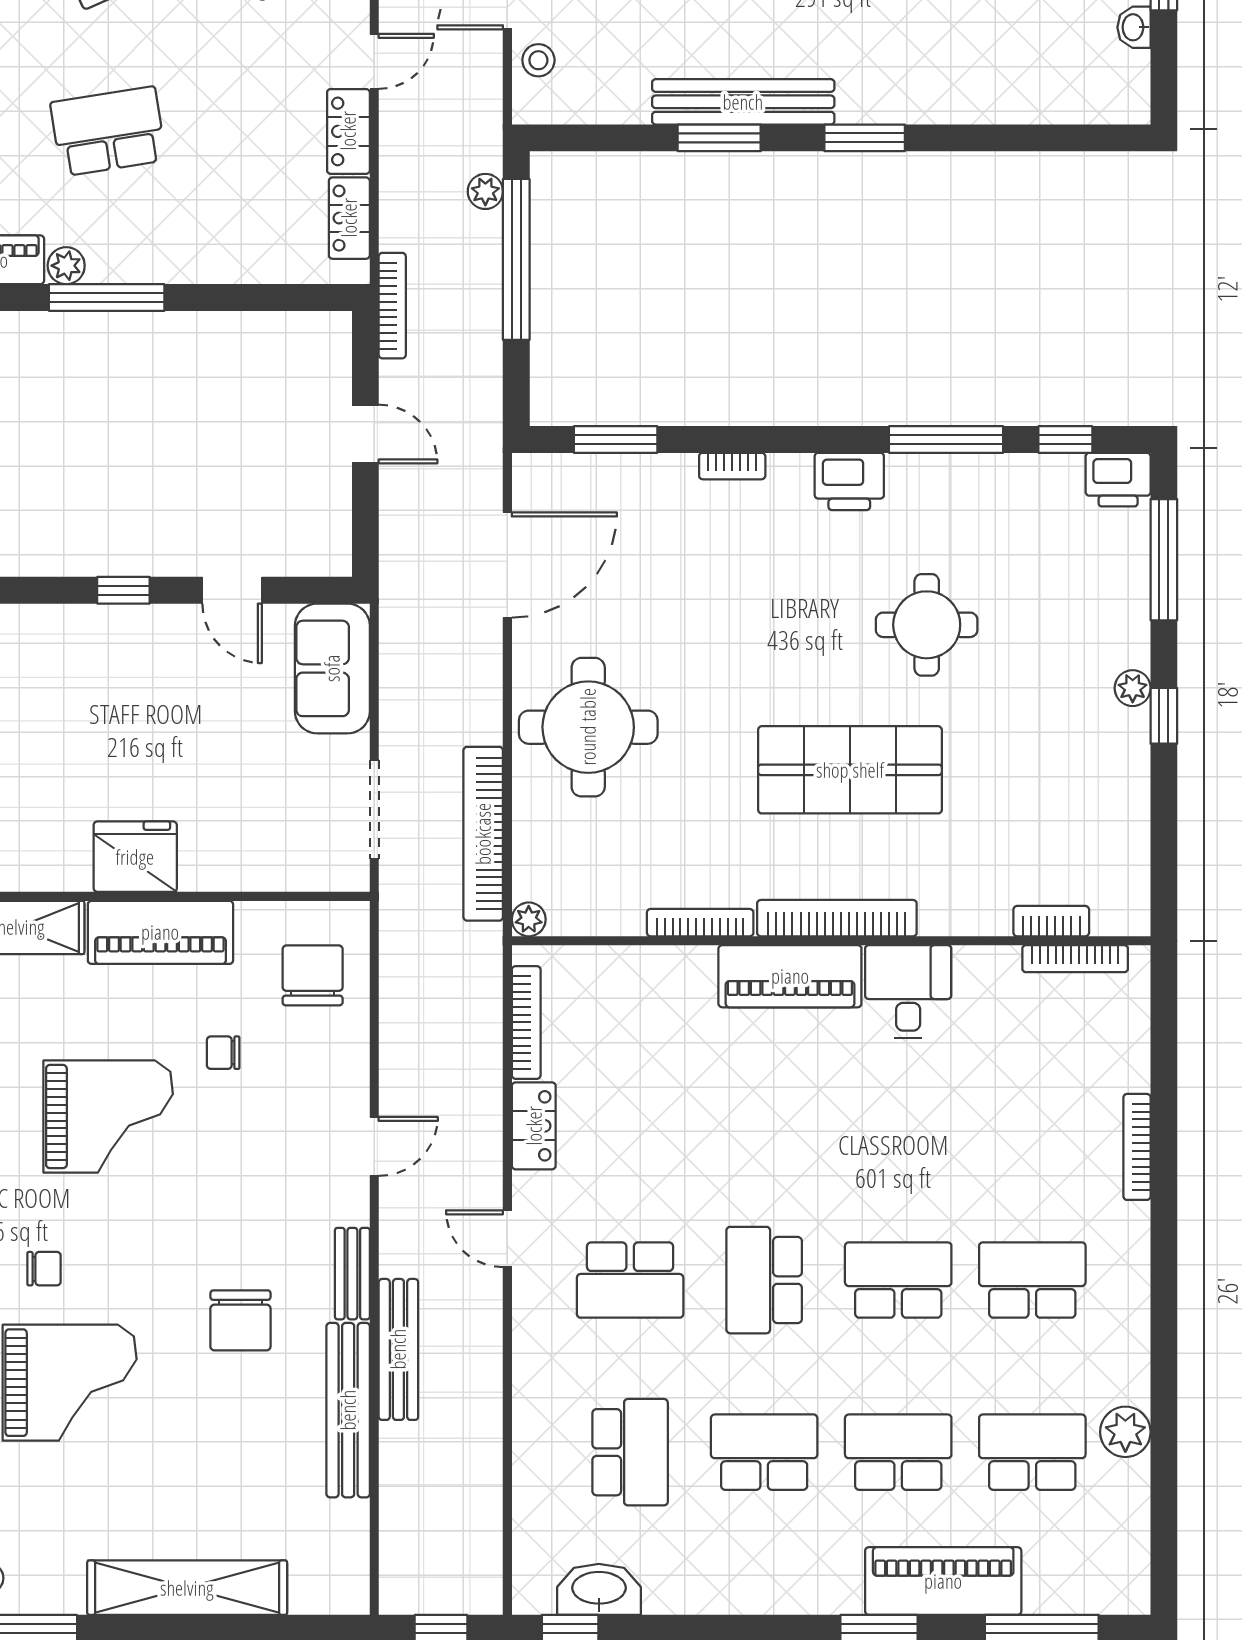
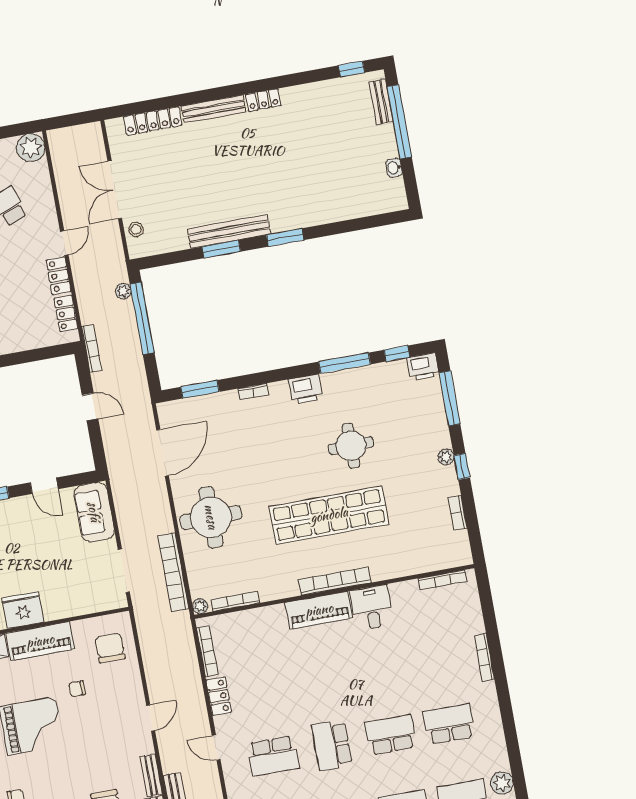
shop shelf: (850, 770) -> (329, 515), width x1.40
bookcase: (1051, 921) -> (457, 513), moved, turned -90
bookcase: (700, 923) -> (235, 601), moved

